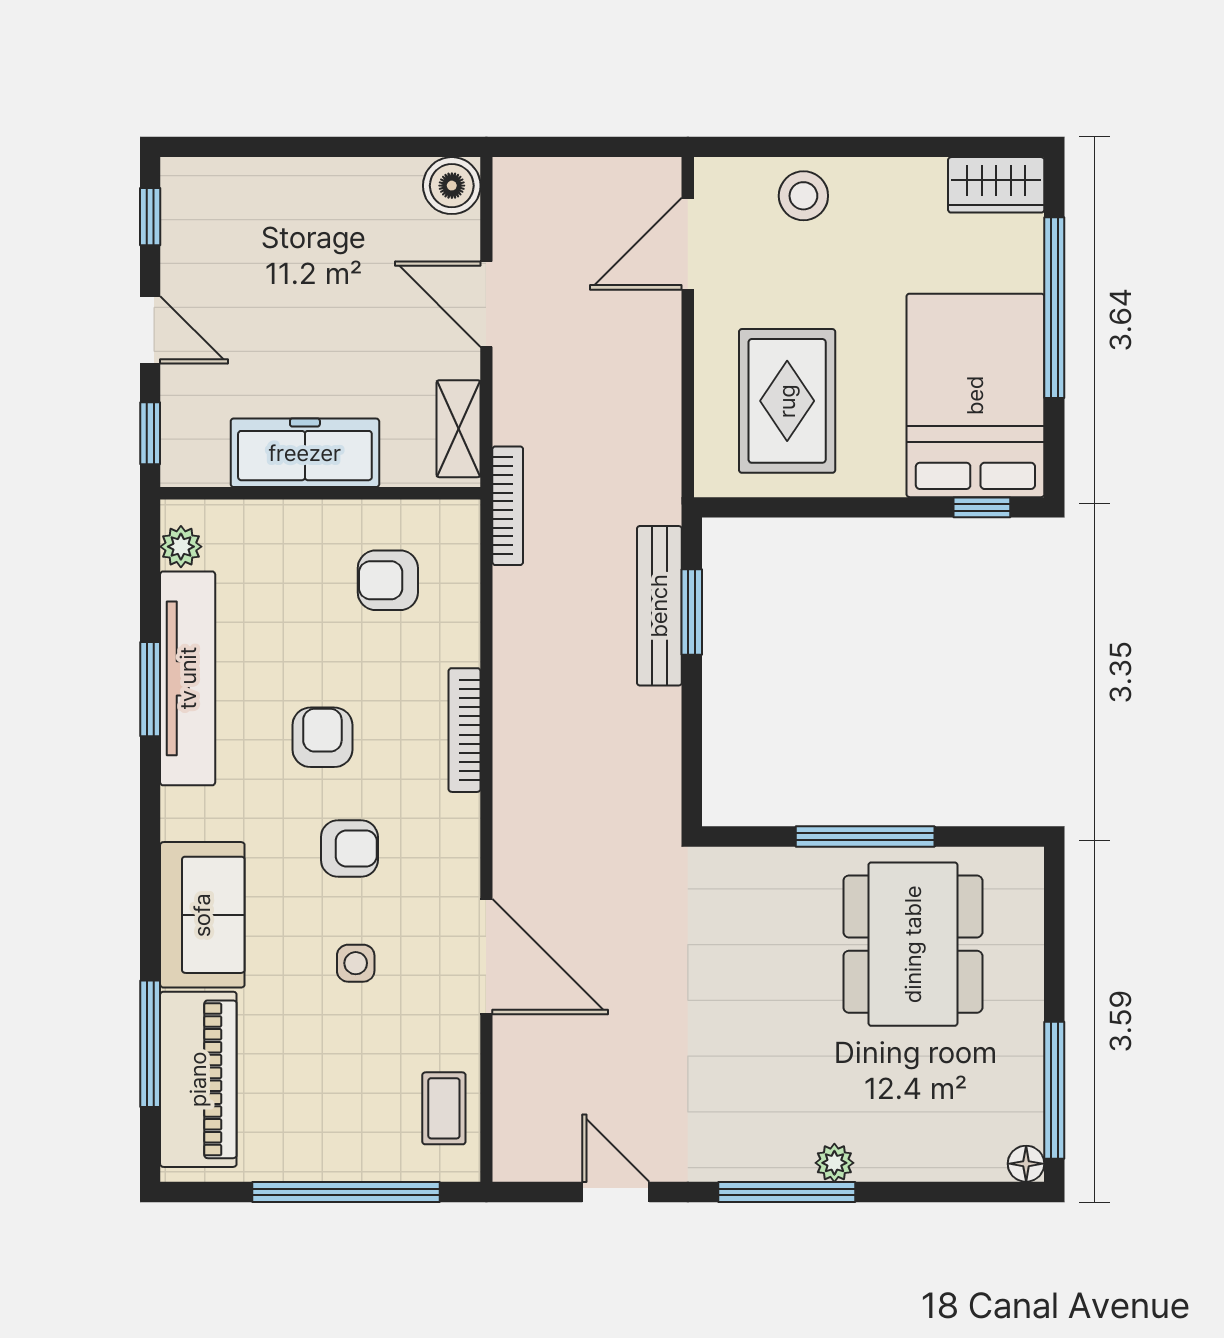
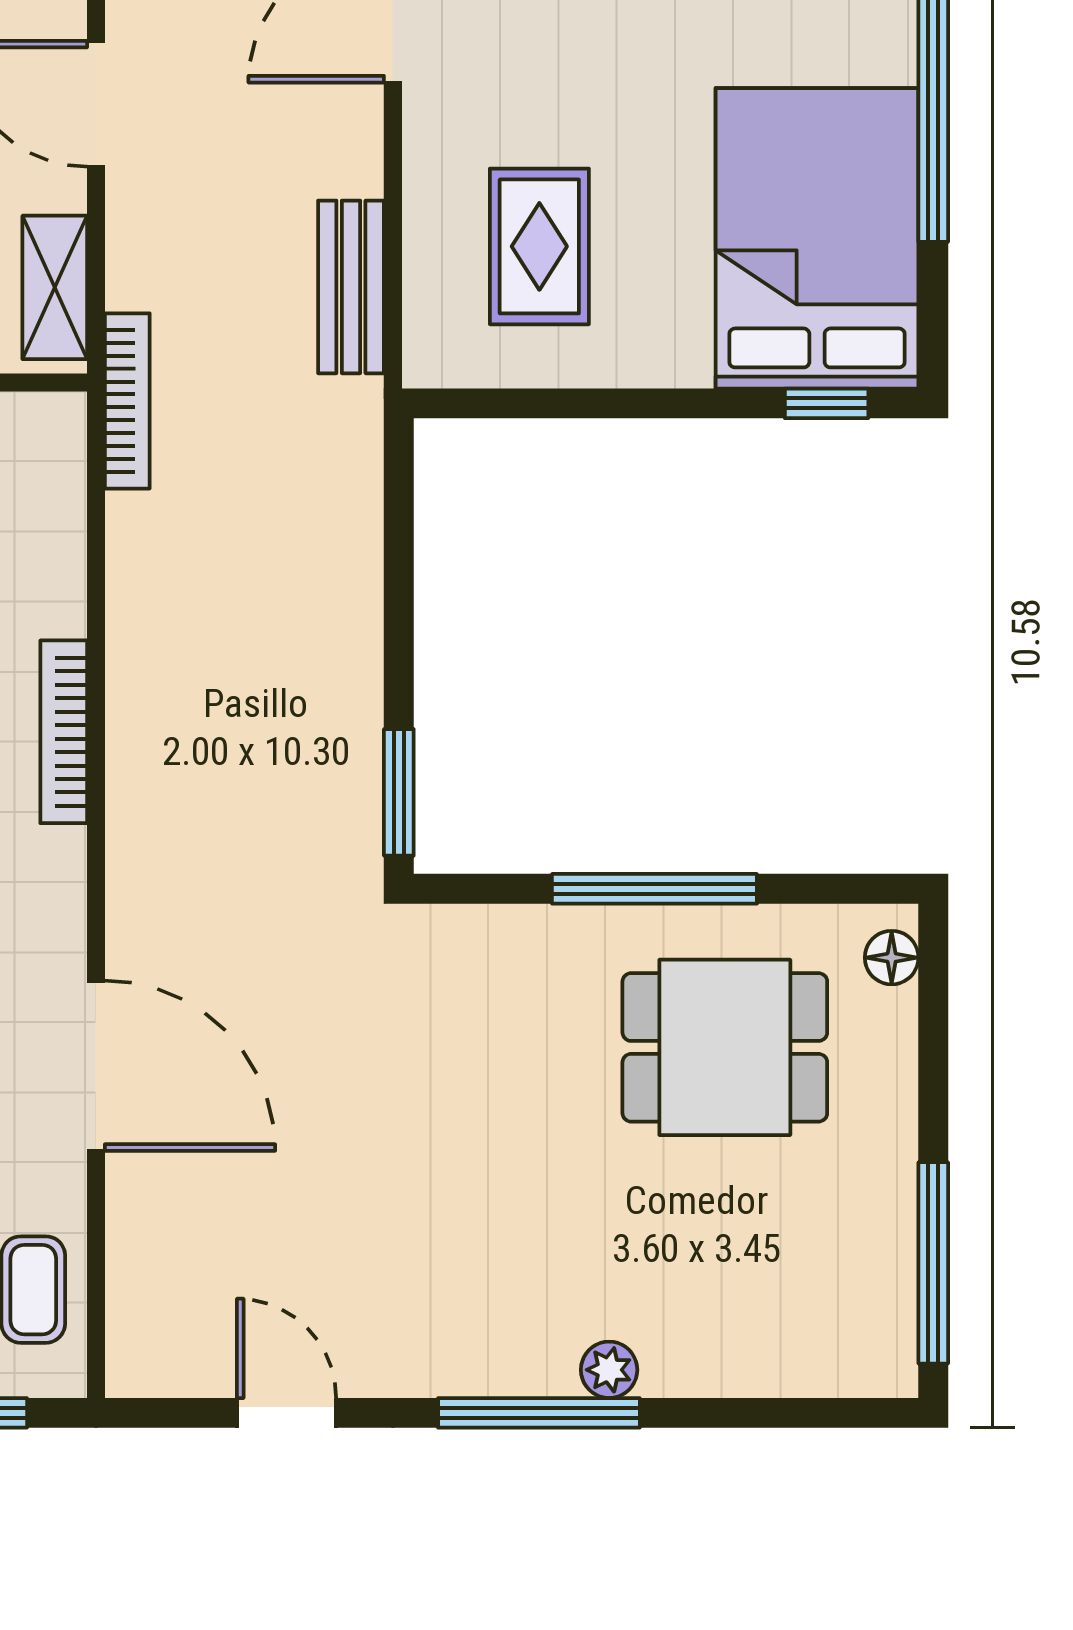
rug: (787, 401) -> (539, 246), width x0.73, depth x0.70
bench: (659, 606) -> (351, 287), moved, width x0.73
window: (692, 612) -> (399, 792), moved
dining table: (913, 944) -> (725, 1047), width x0.73
floor lamp: (1026, 1164) -> (892, 958), moved

